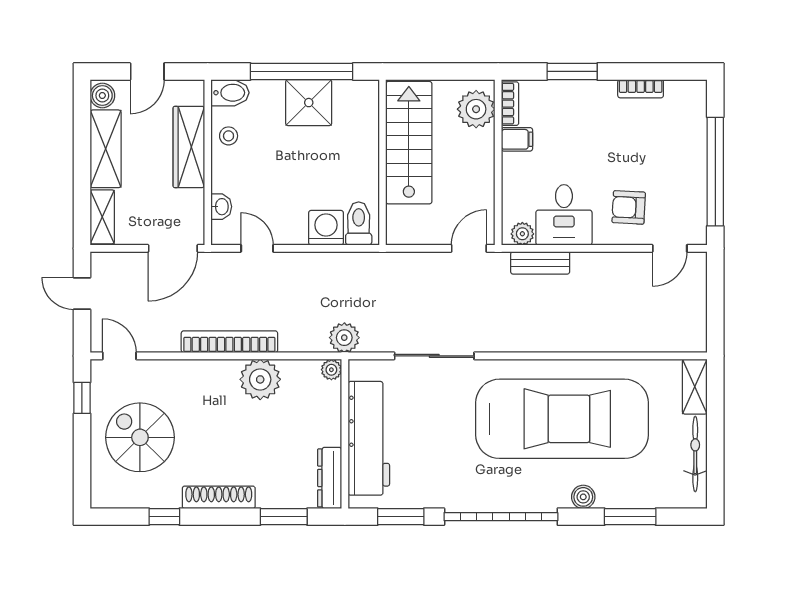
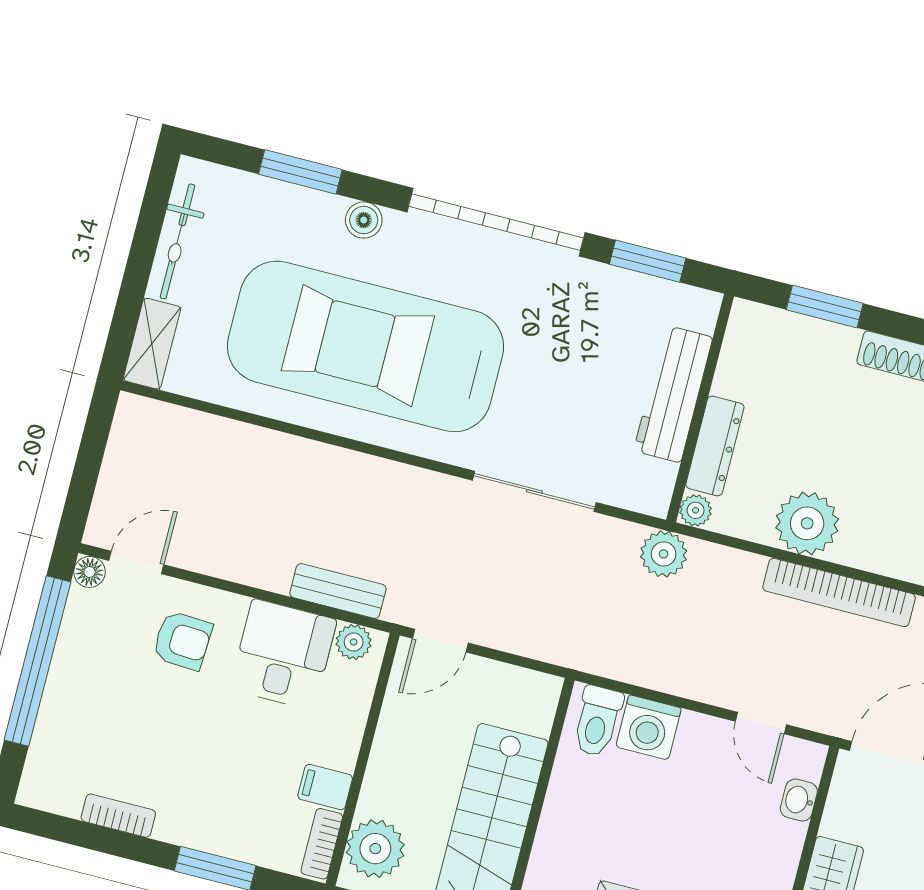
floor lamp: (697, 235) -> (90, 572), added
workbench: (369, 438) -> (673, 394), width x0.73, depth x0.76
dresser: (330, 478) -> (715, 446), moved

